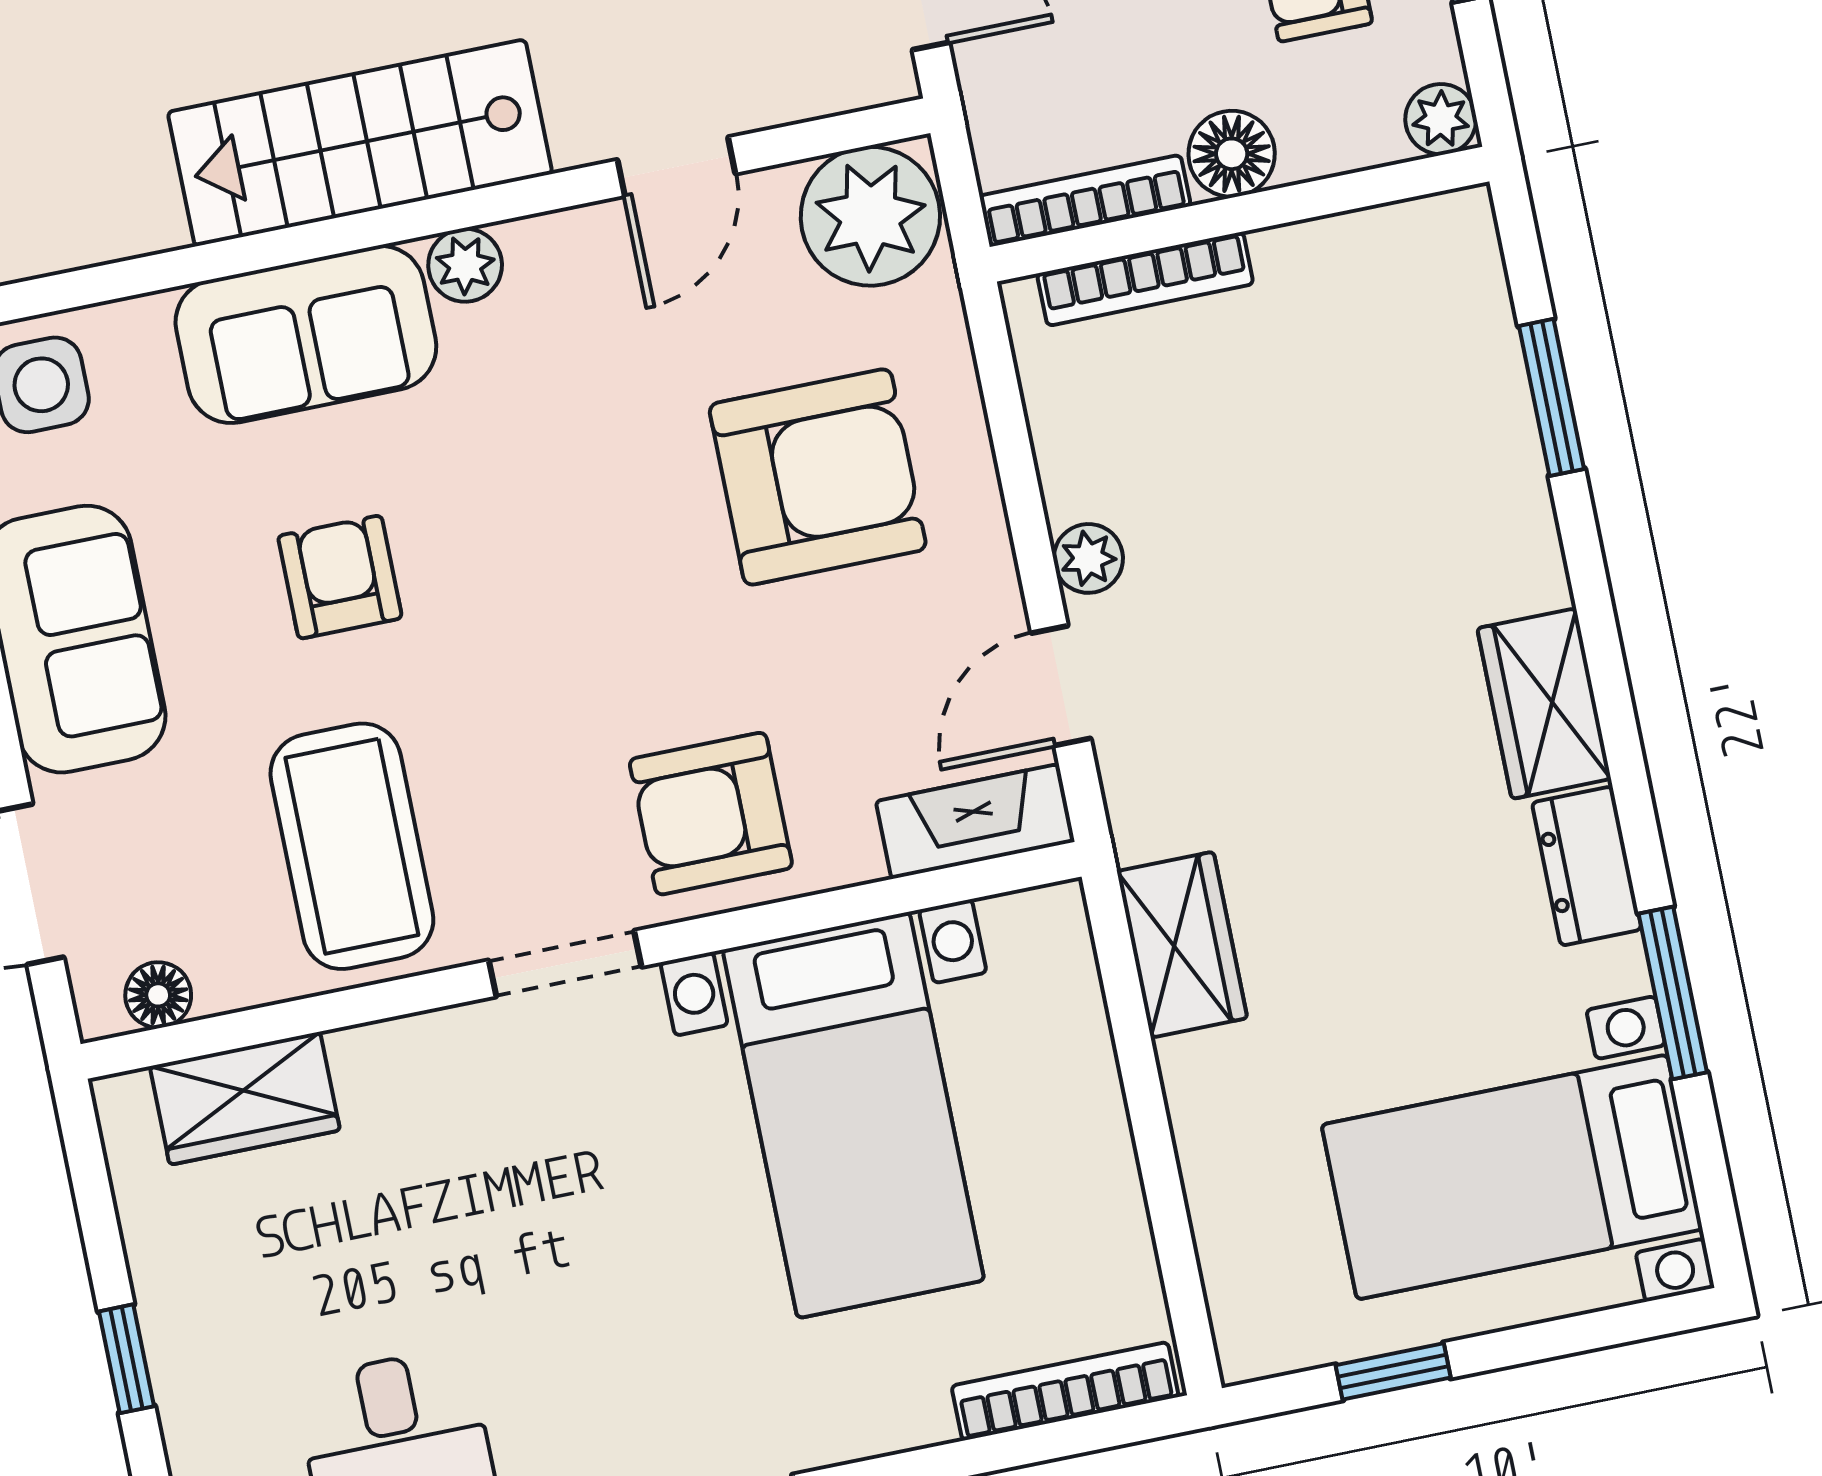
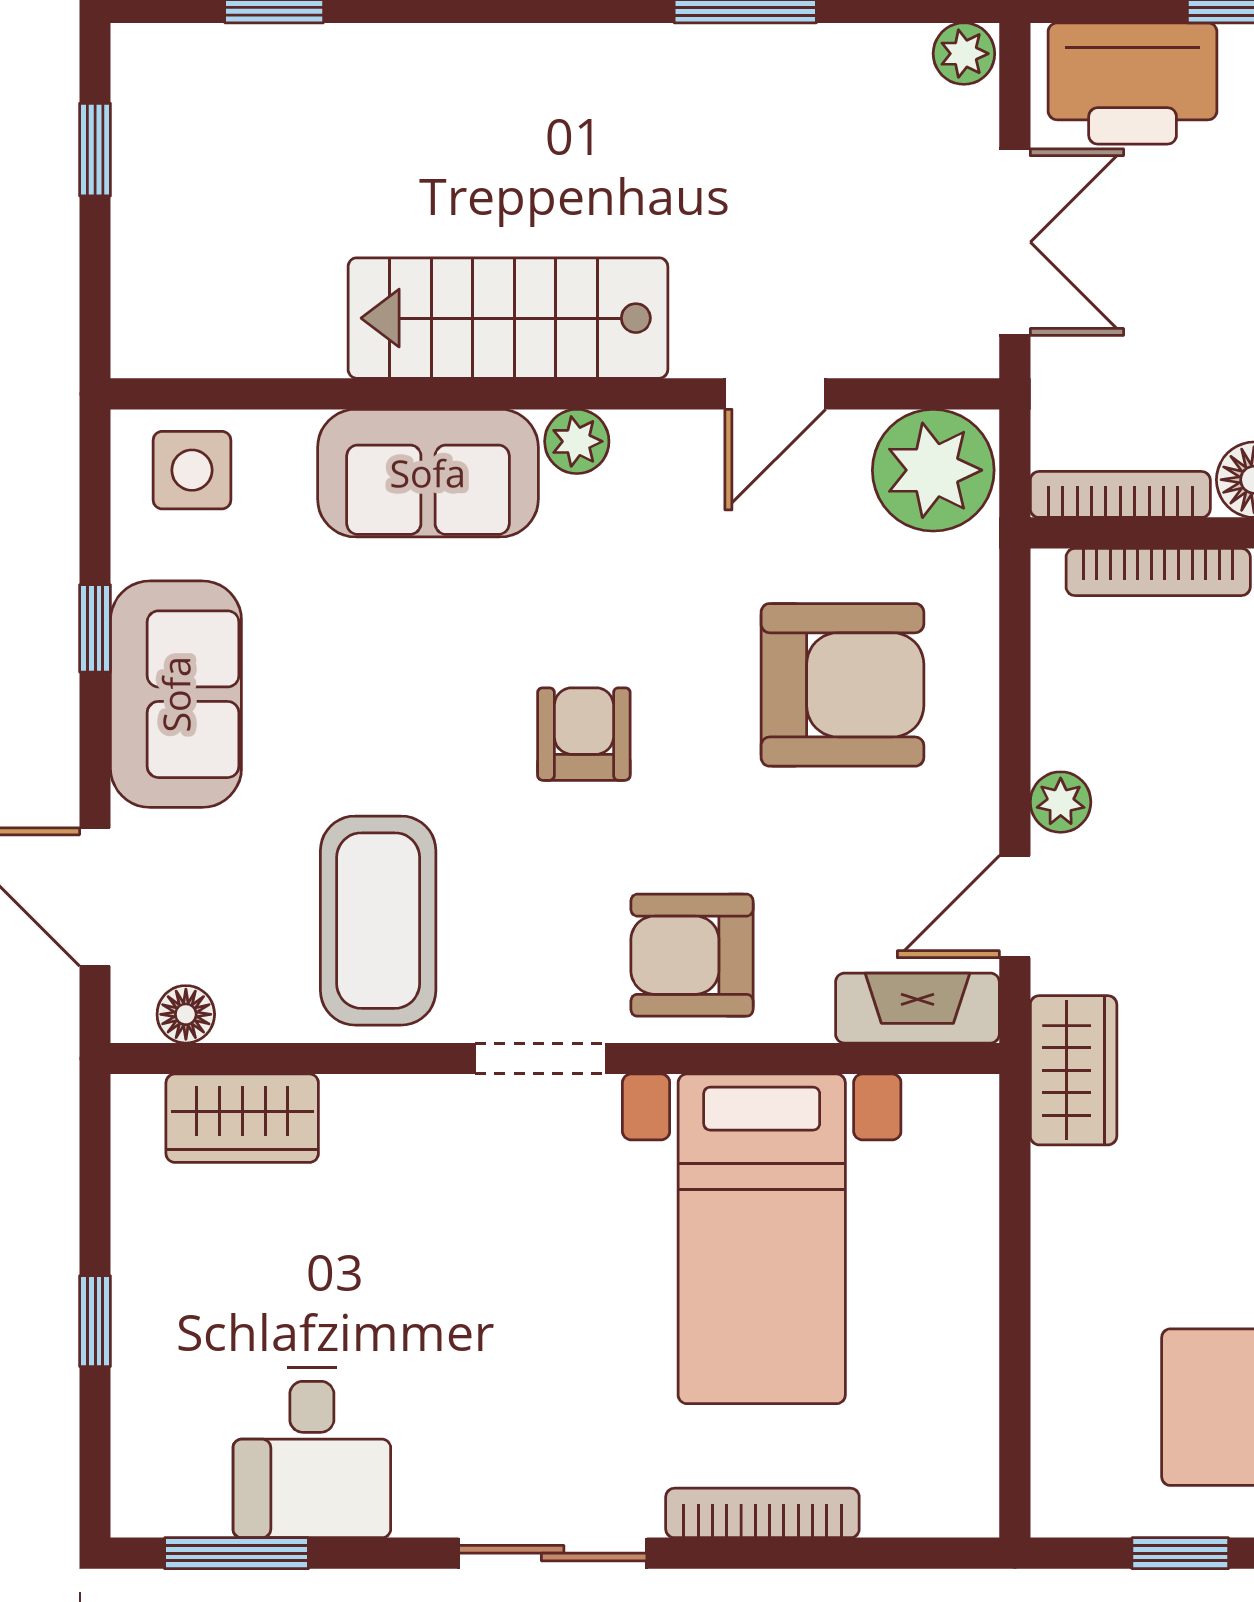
armchair: (340, 577) -> (584, 734), moved
wardrobe: (1182, 945) -> (1074, 1070), moved
bookcase: (1065, 1391) -> (762, 1513), moved

